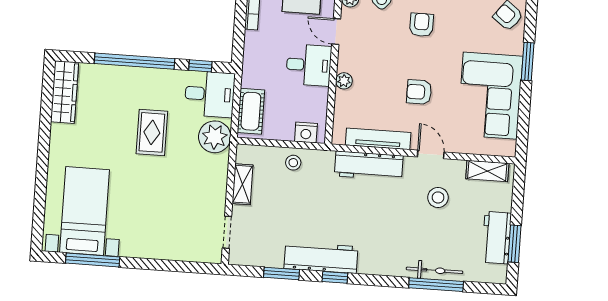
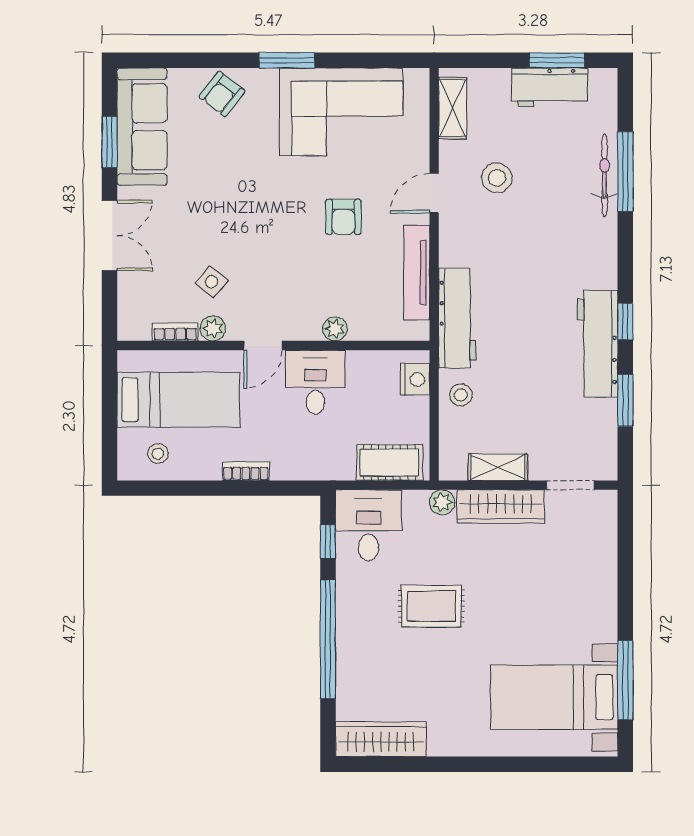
armchair: (422, 25) -> (244, 220), removed
plant: (215, 137) -> (442, 502), width x0.53, depth x0.53
workbench: (369, 166) -> (457, 318), moved
wardrobe: (216, 184) -> (501, 506), added

